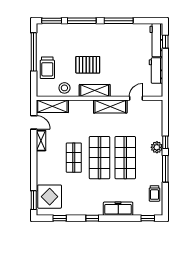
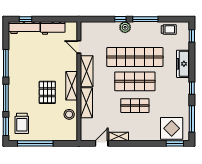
trolley: (47, 68) -> (22, 123), moved, turned 90
shelving: (52, 106) -> (86, 103), moved
shop shelf: (125, 158) -> (135, 57), width x1.40
window: (60, 218) -> (192, 119), width x2.17

